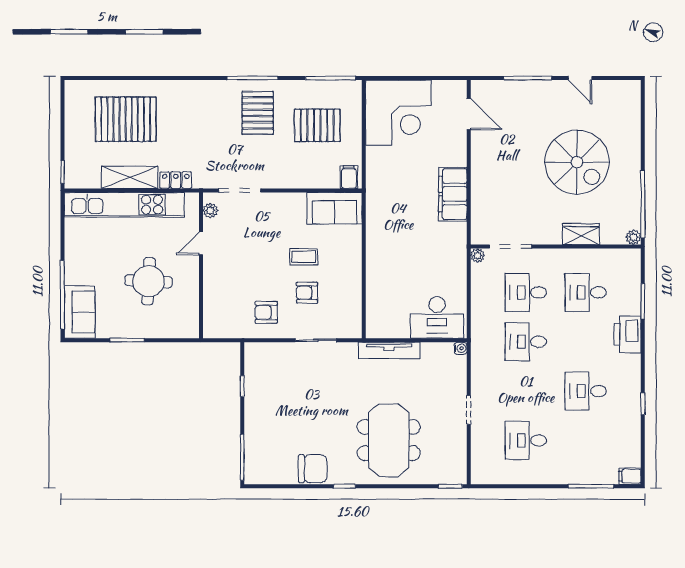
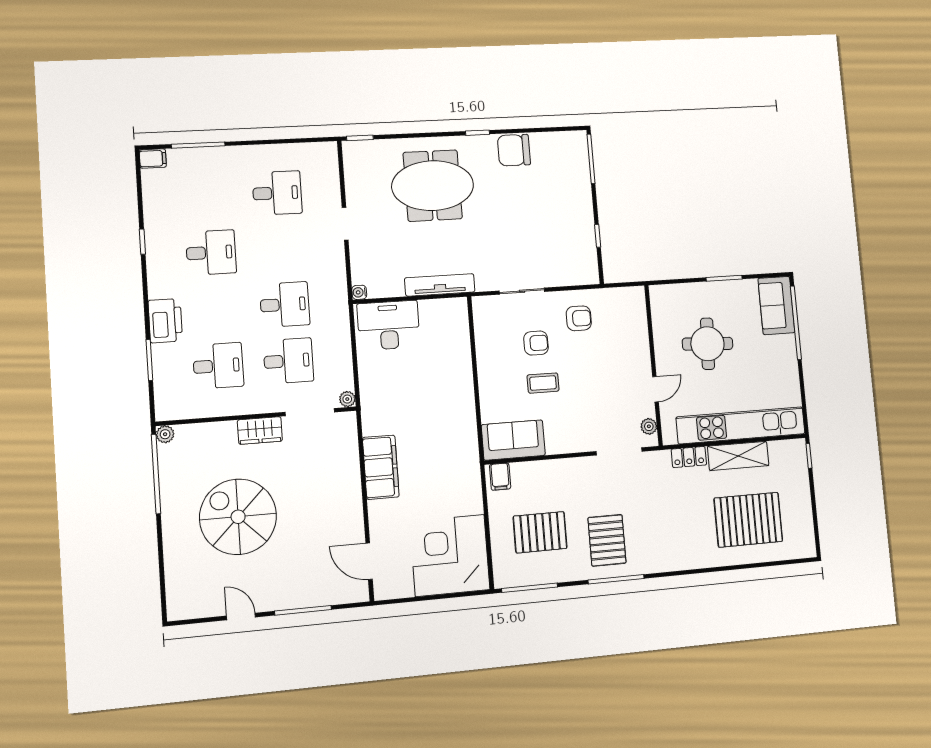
wardrobe: (581, 234) -> (260, 431), moved
meeting table: (389, 440) -> (433, 186), turned 90

